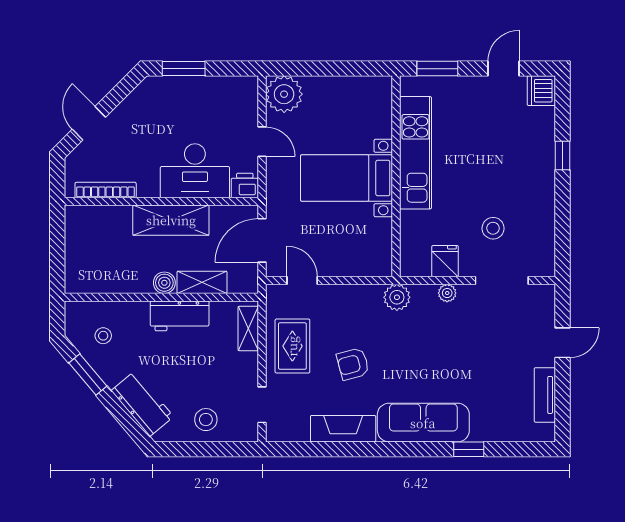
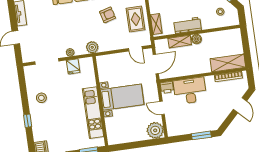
shelving: (171, 220) -> (228, 63), moved
stool: (493, 228) -> (41, 98), moved

